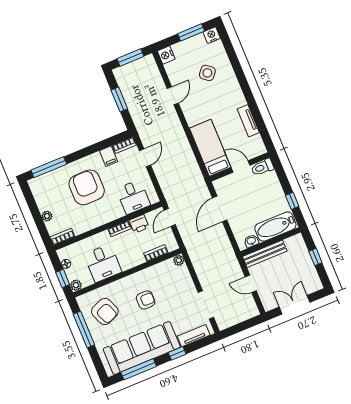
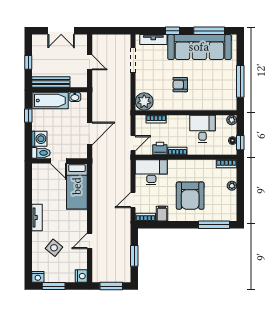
tv unit: (248, 121) -> (37, 217), moved
washing machine: (270, 181) -> (39, 139), added
desk: (133, 197) -> (151, 172), width x1.37
bench: (265, 254) -> (51, 82), moved
plant: (179, 260) -> (144, 101), width x1.87, depth x1.87
window: (63, 278) -> (240, 143), moved
armchair: (105, 311) -> (217, 89), removed

